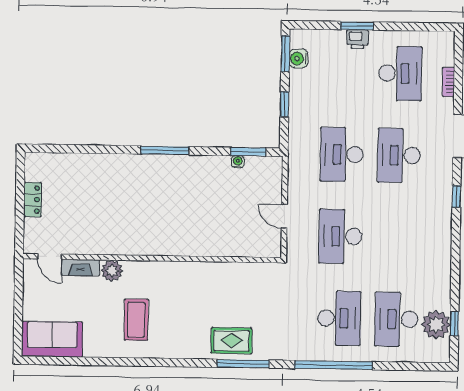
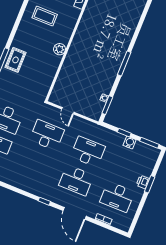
water cooler: (298, 59) -> (130, 142), moved
desk: (399, 155) -> (76, 180), turned 180
door: (284, 216) -> (68, 111), swing flipped
plant: (112, 271) -> (60, 49), moved

